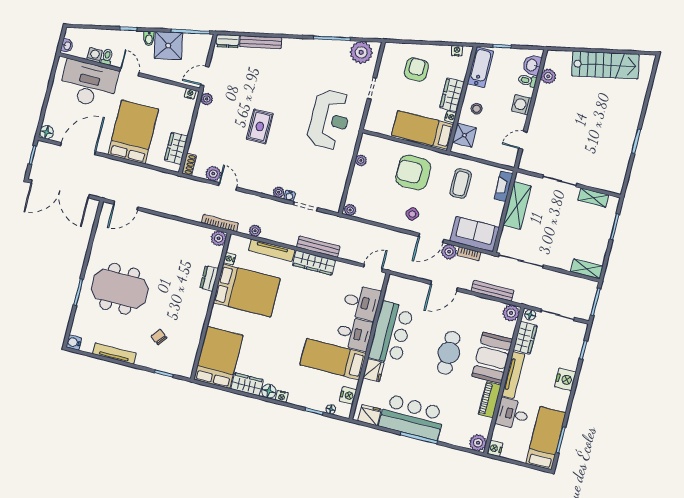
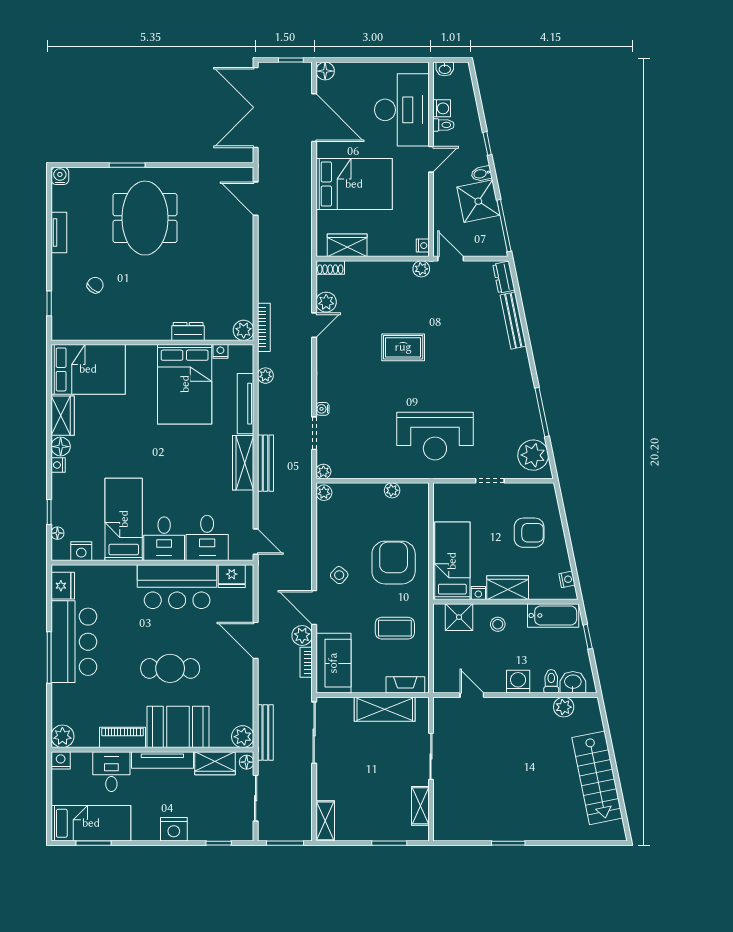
plant: (279, 192) -> (323, 471), moved
bench: (493, 291) -> (265, 732), moved
tv unit: (114, 353) -> (59, 232), width x0.71
fridge: (373, 370) -> (232, 576), moved

